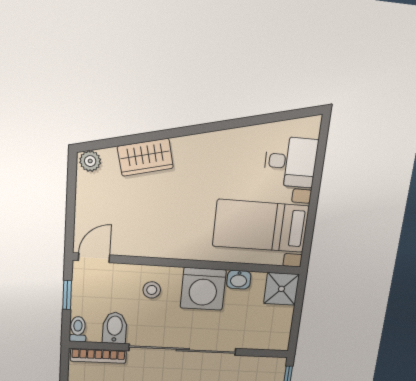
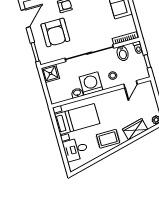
rug: (213, 159) -> (108, 139), added
door: (94, 258) -> (131, 84), moved
shower: (281, 289) -> (50, 73), moved

